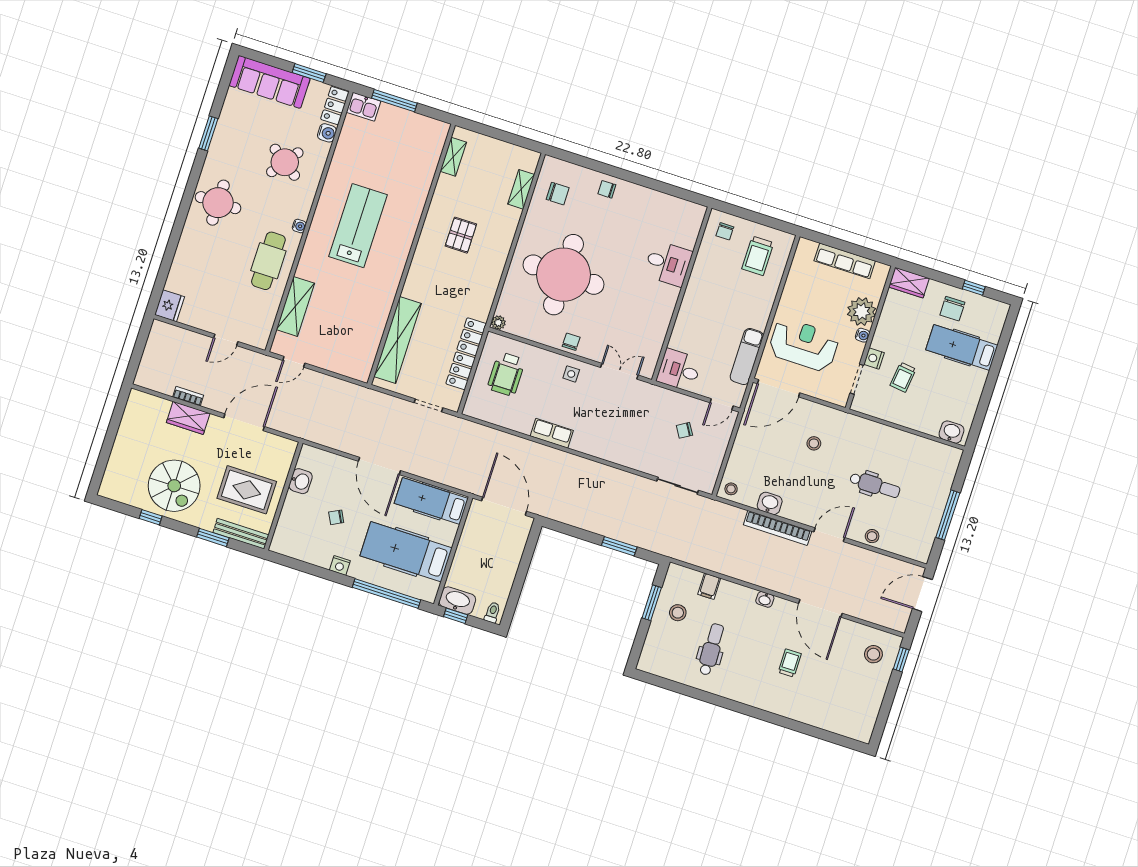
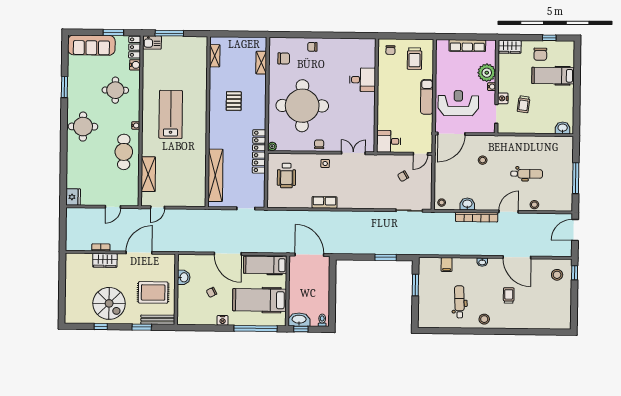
round table: (285, 162) -> (115, 90), turned -36
locker: (466, 354) -> (259, 151), moved
exam couch: (747, 357) -> (427, 97), moved
stool: (678, 613) -> (484, 319), moved

